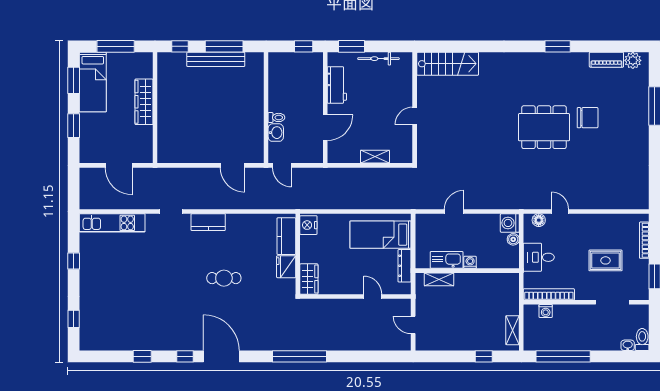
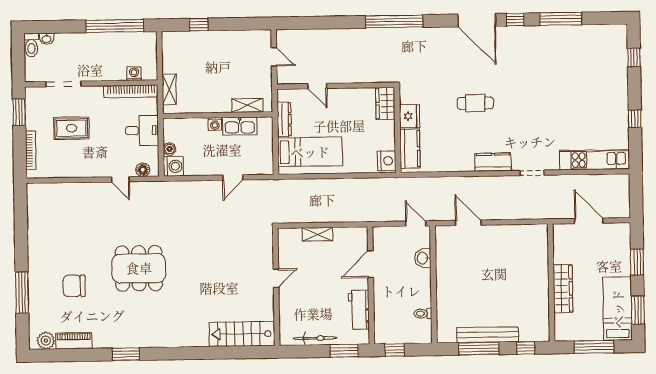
toilet: (276, 117) -> (423, 314), moved
chair: (588, 118) -> (74, 286), moved
shelving: (513, 330) -> (169, 89), moved
window: (142, 356) -> (561, 19), width x2.17

